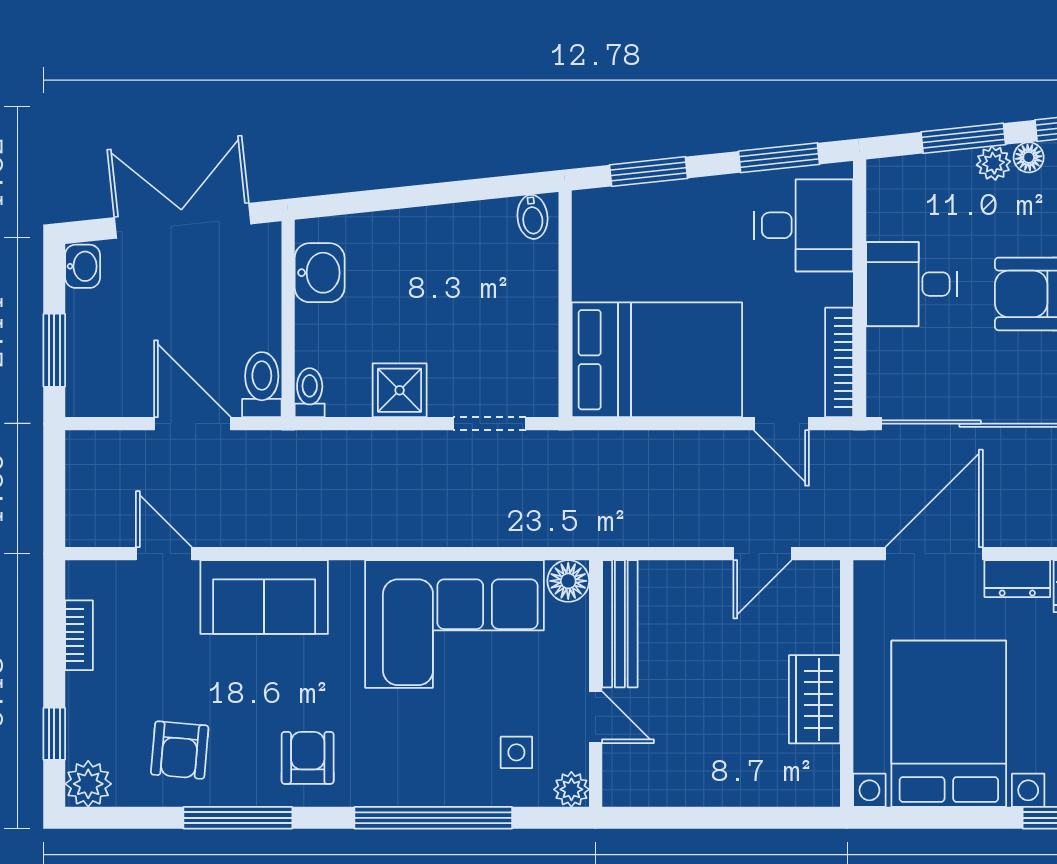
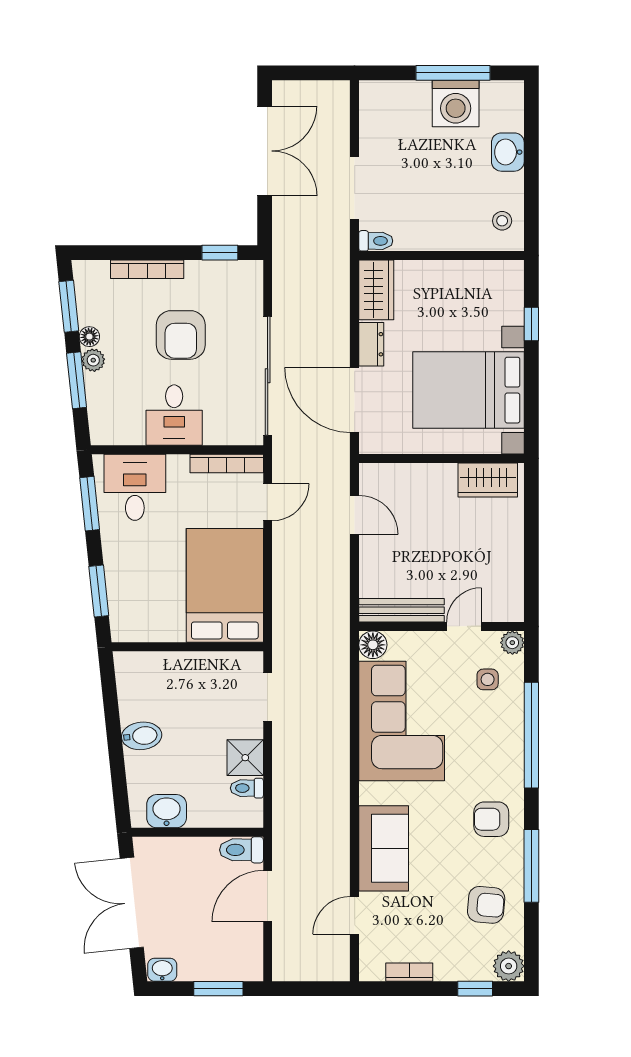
bidet: (532, 217) -> (142, 736), moved, width x1.38, depth x1.36
toilet: (310, 393) -> (247, 788), moved
wardrobe: (815, 699) -> (488, 480), moved

